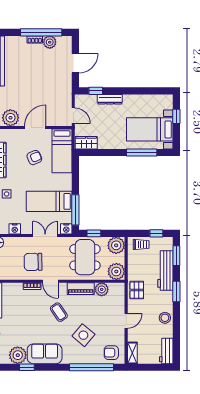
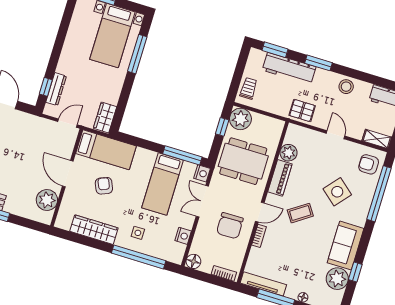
dresser: (110, 99) -> (56, 89), moved
window: (94, 233) -> (222, 127), moved
window: (156, 233) -> (241, 66), removed
plant: (116, 271) -> (272, 128), removed
armchair: (111, 353) -> (369, 164), turned 90

